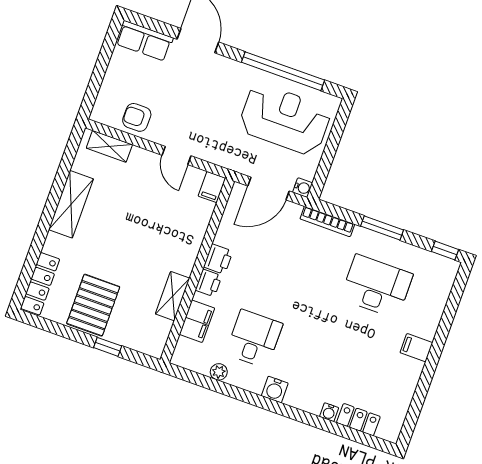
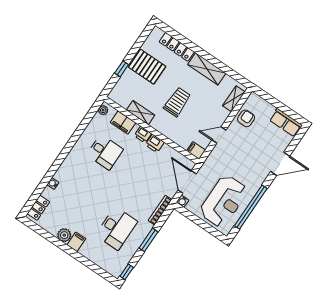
row of seats: (144, 41) -> (286, 123), moved, turned -90
trolley: (139, 240) -> (177, 102), added
locker: (40, 284) -> (177, 47), moved
plant: (410, 371) -> (64, 235), added
plant: (219, 372) -> (103, 110), moved
water cooler: (275, 390) -> (73, 156), removed
locker: (358, 420) -> (38, 208), moved

